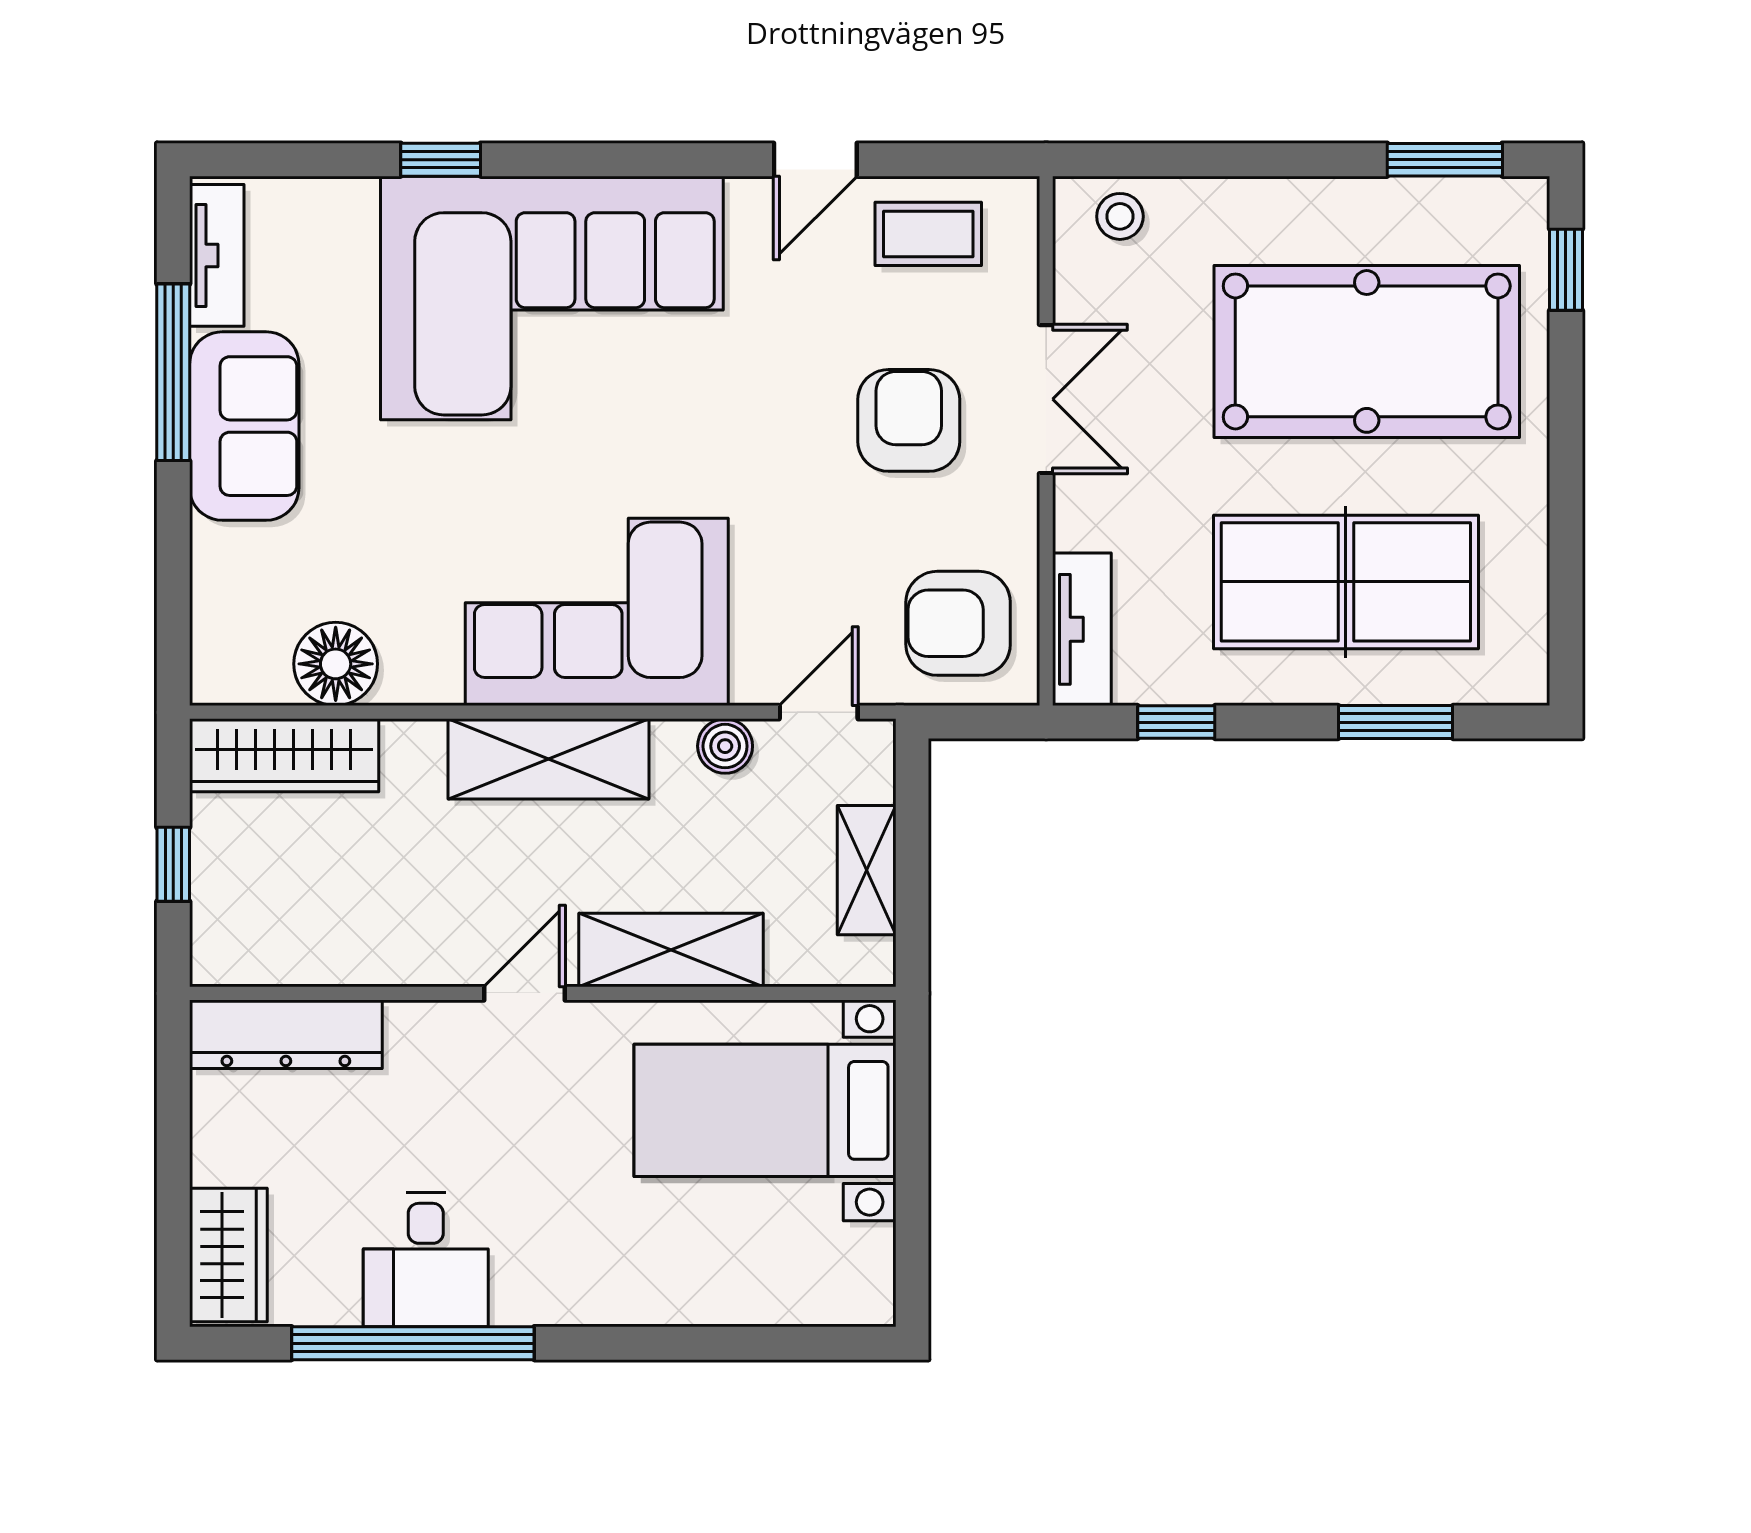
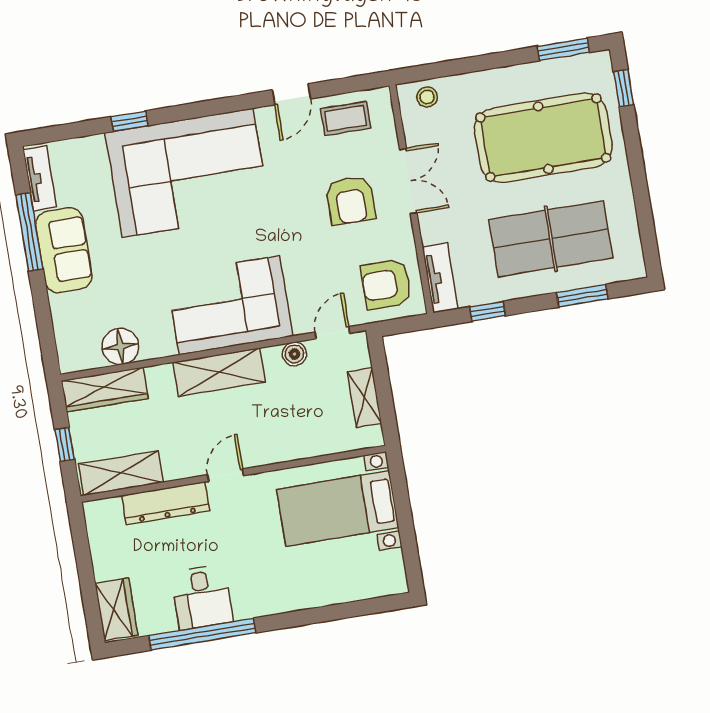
armchair: (909, 420) -> (350, 200), turned 180
shelving: (671, 950) -> (121, 473), moved
dresser: (286, 1034) -> (166, 503), moved

